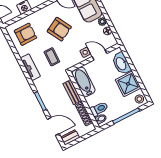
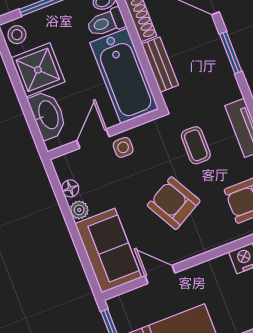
door: (99, 55) -> (93, 139), swing flipped
bathtub: (84, 82) -> (124, 76), width x1.36, depth x1.36

